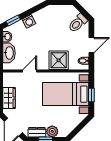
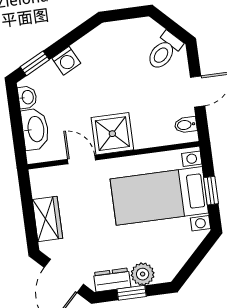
shower: (59, 60) -> (112, 134), moved
door: (30, 71) -> (82, 160), hinge flipped

